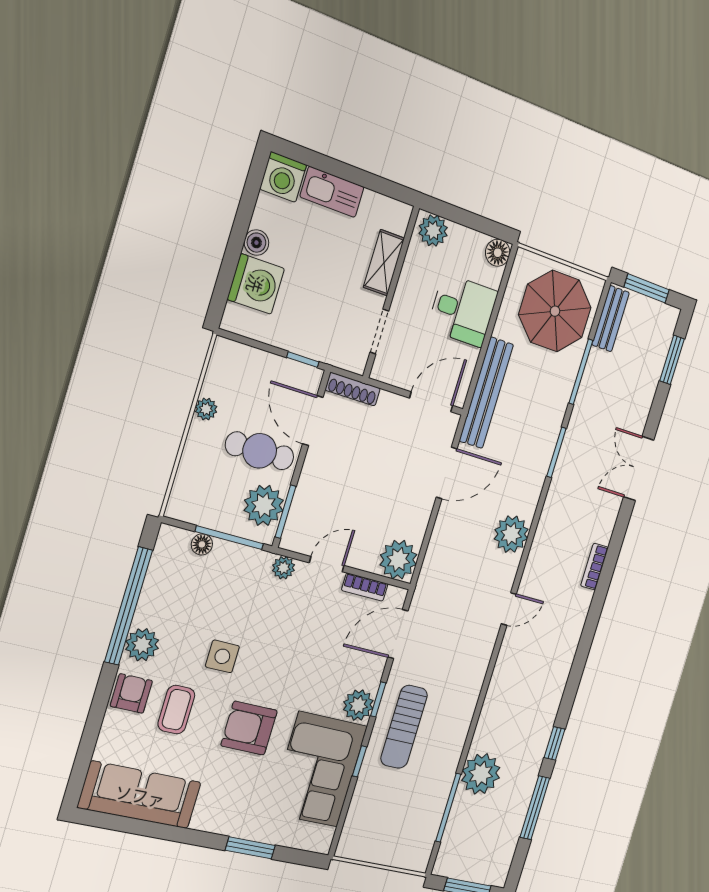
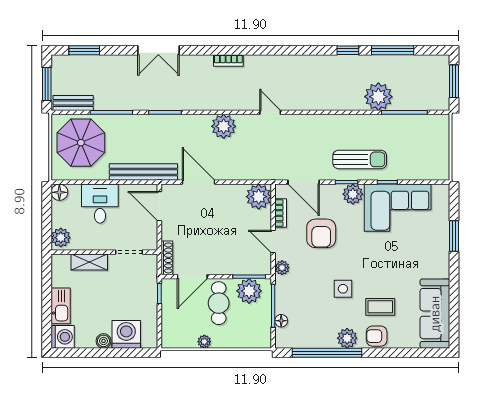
armchair: (249, 728) -> (321, 233), moved

